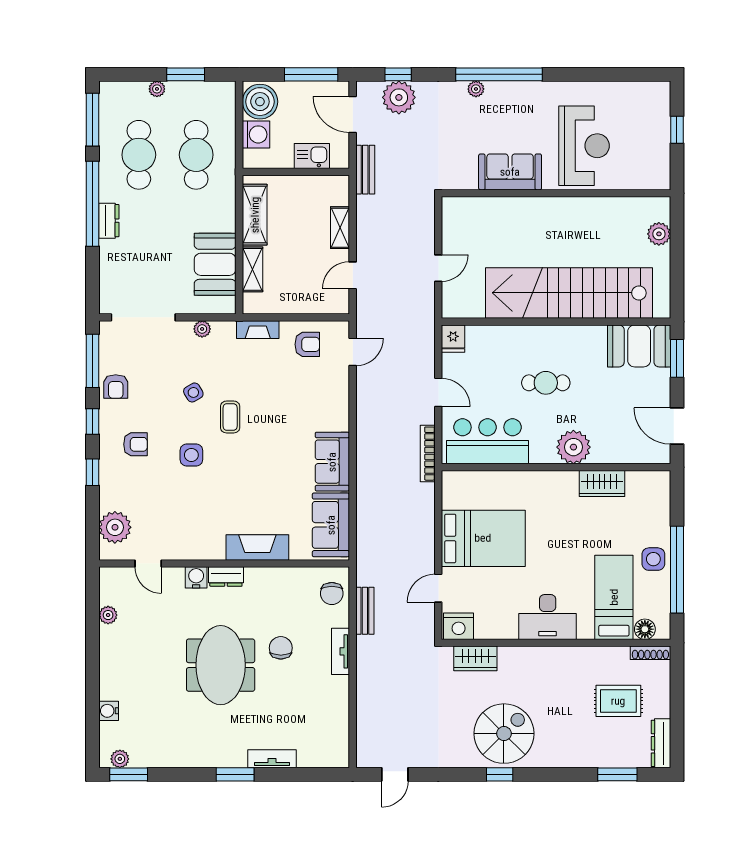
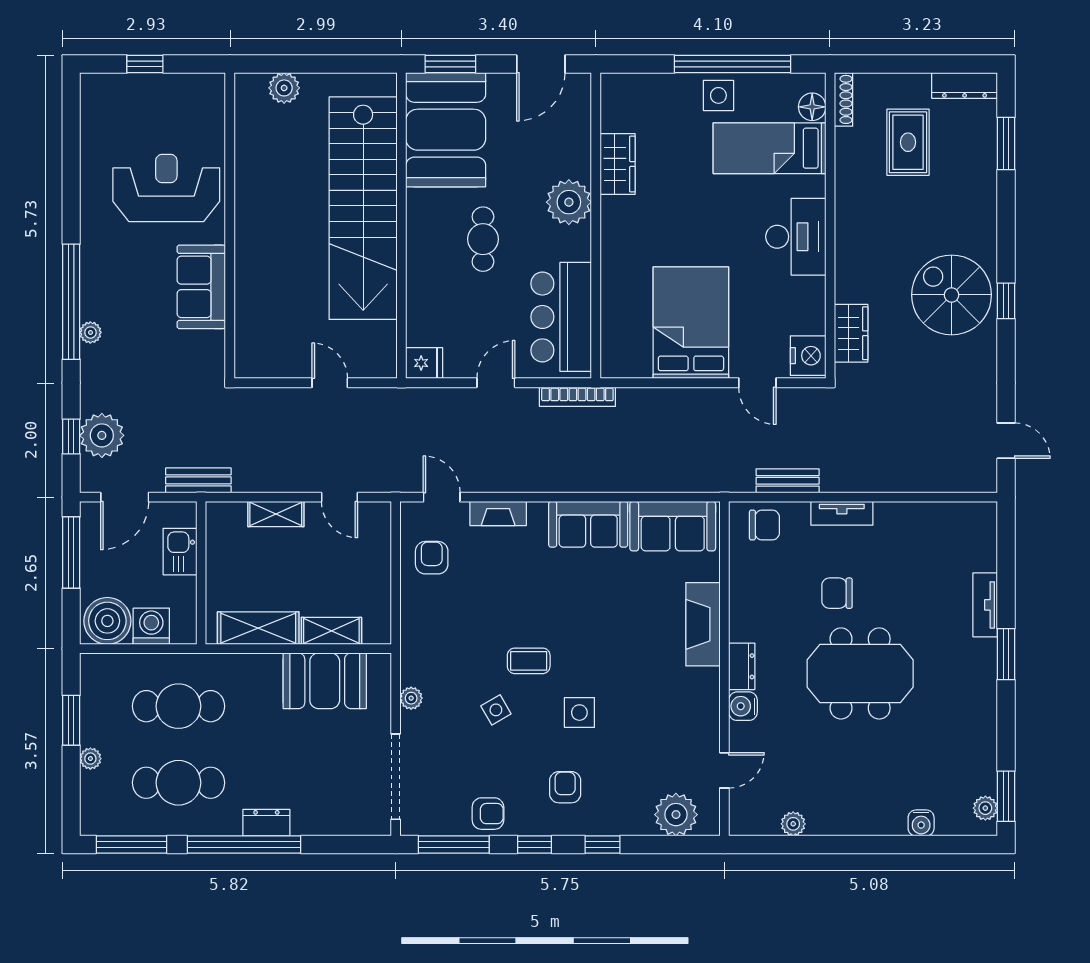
fireplace: (258, 330) -> (498, 513), moved, turned 90
booth: (639, 346) -> (446, 130), width x1.36, depth x1.42

